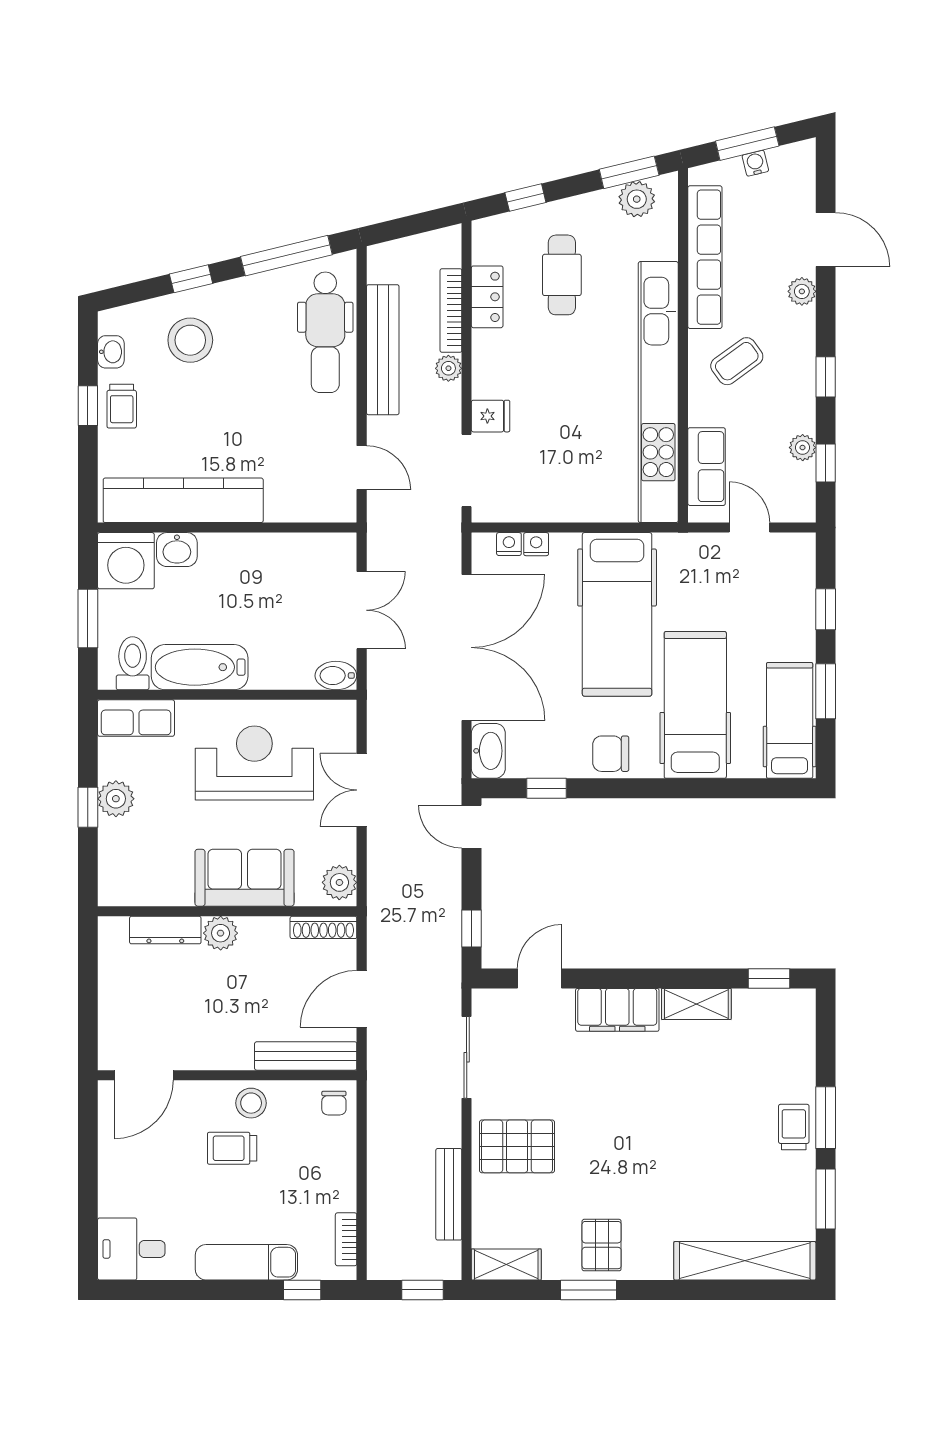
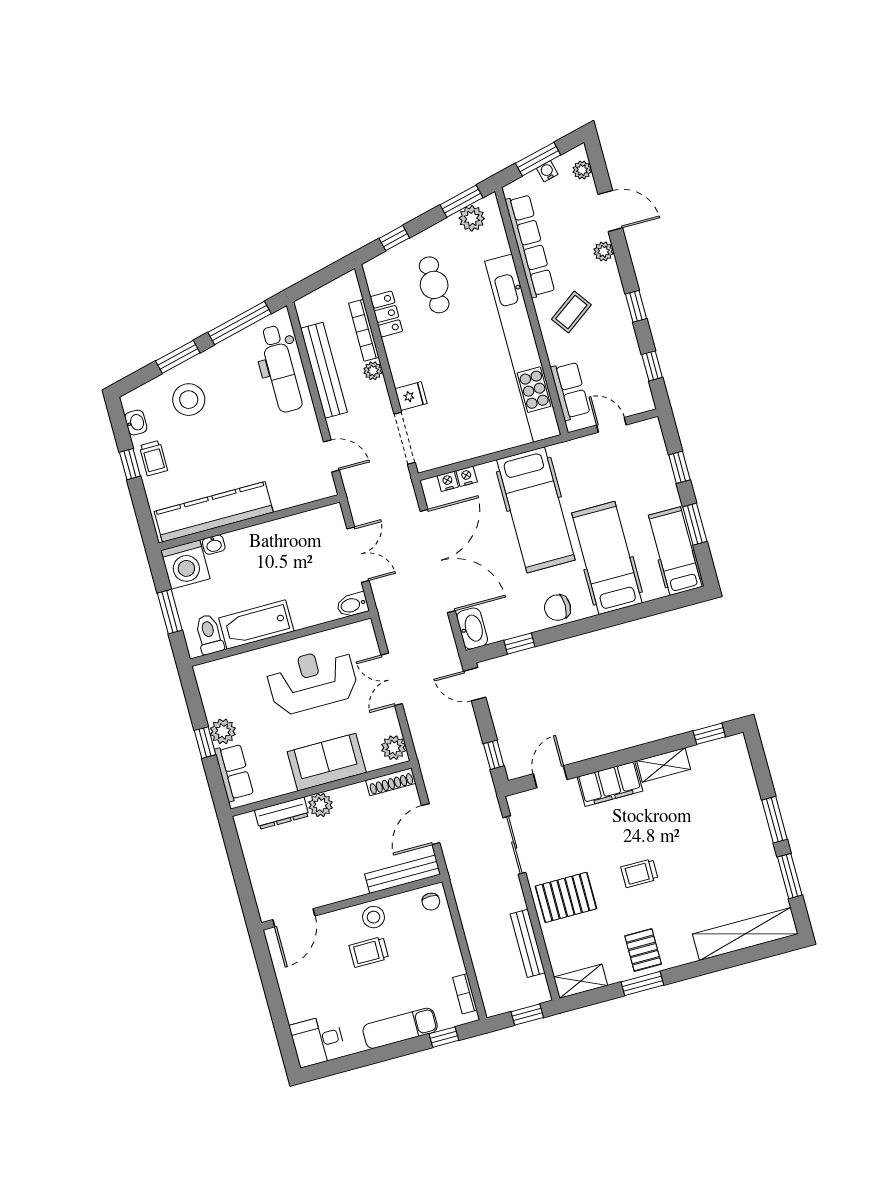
window: (191, 279) -> (178, 357), width x1.50
plant: (803, 448) -> (582, 170), moved
washbasin: (177, 550) -> (214, 545), width x0.72, depth x0.69
row of seats: (136, 718) -> (234, 772), moved, turned -90
trolley: (794, 1127) -> (639, 873), moved, turned -90

